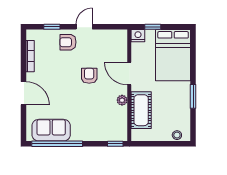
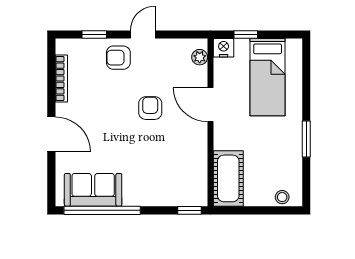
bed: (173, 55) -> (268, 77), width x0.67
plant: (122, 100) -> (200, 57), moved
cot: (141, 110) -> (228, 178), moved

